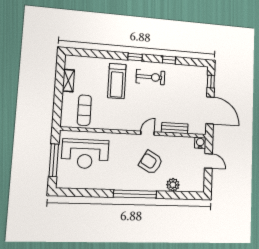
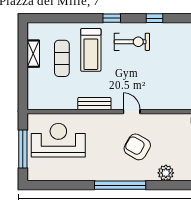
exercise mat: (84, 110) -> (62, 58), moved
bench: (175, 128) -> (94, 104), moved
door: (148, 133) -> (132, 112), hinge flipped
reception desk: (85, 154) -> (58, 140), turned 180

